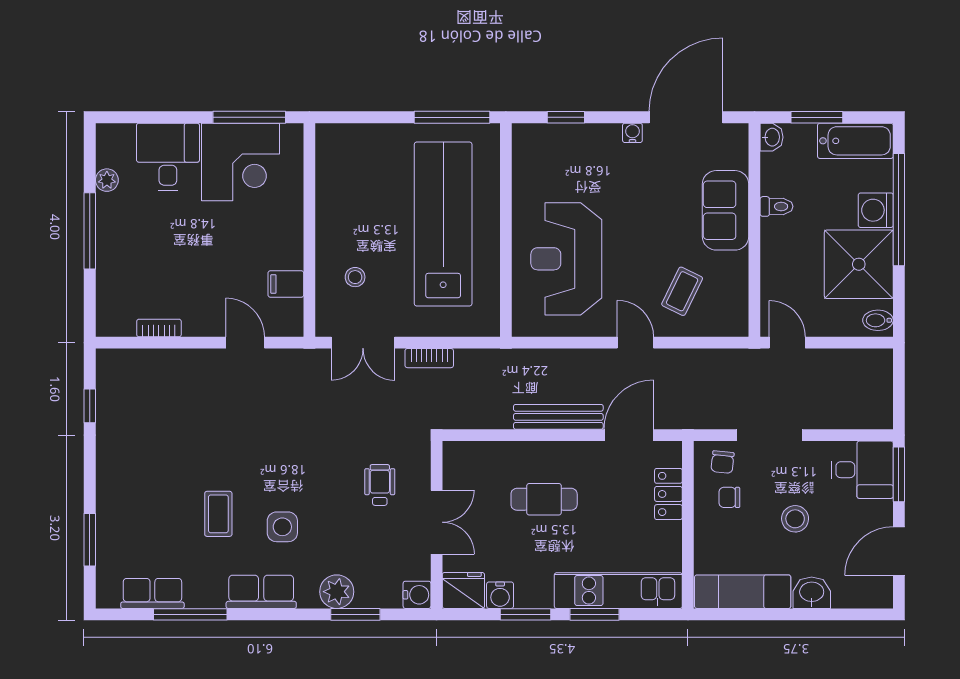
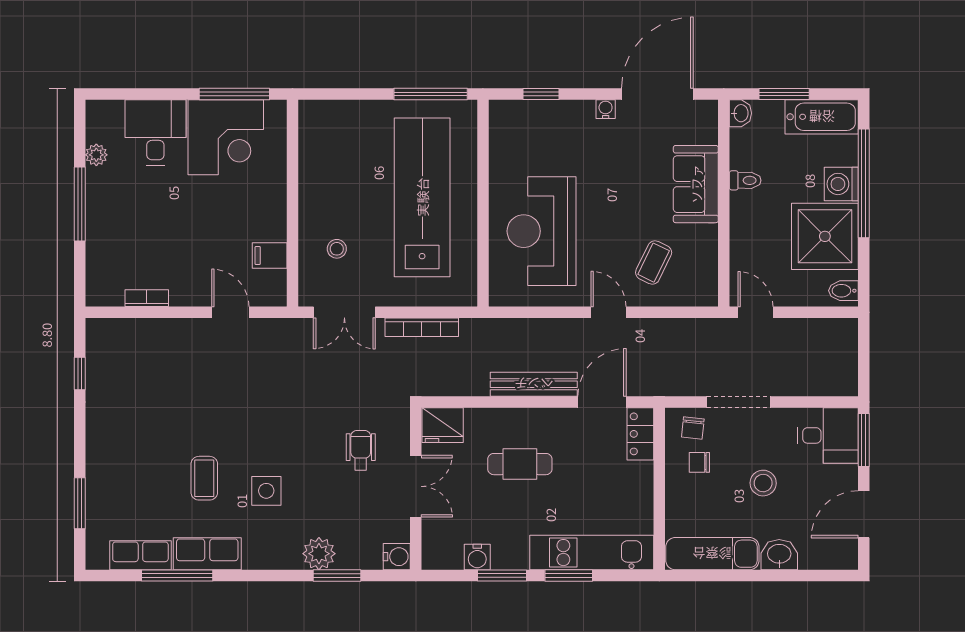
bookcase: (429, 358) -> (422, 327), width x1.56
locker: (668, 494) -> (640, 434), moved
fridge: (463, 590) -> (443, 425), moved, turned 180
row of seats: (261, 592) -> (207, 554), moved

